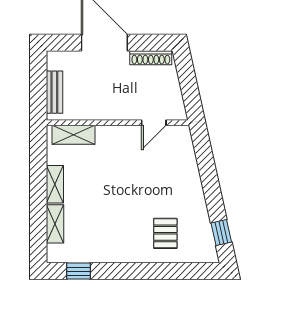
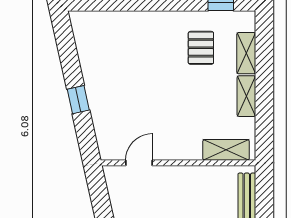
pallet: (165, 233) -> (201, 48), moved
window: (221, 233) -> (78, 100), moved

